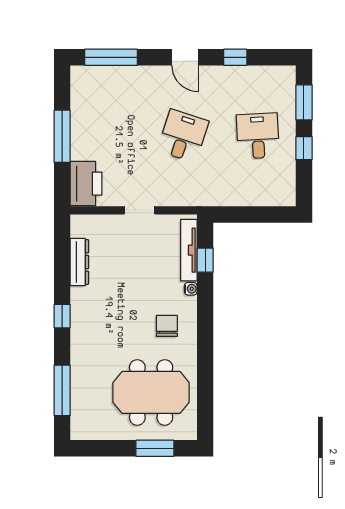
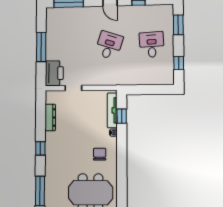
window: (304, 148) -> (179, 63), moved
doorway: (140, 210) -> (73, 88), moved

